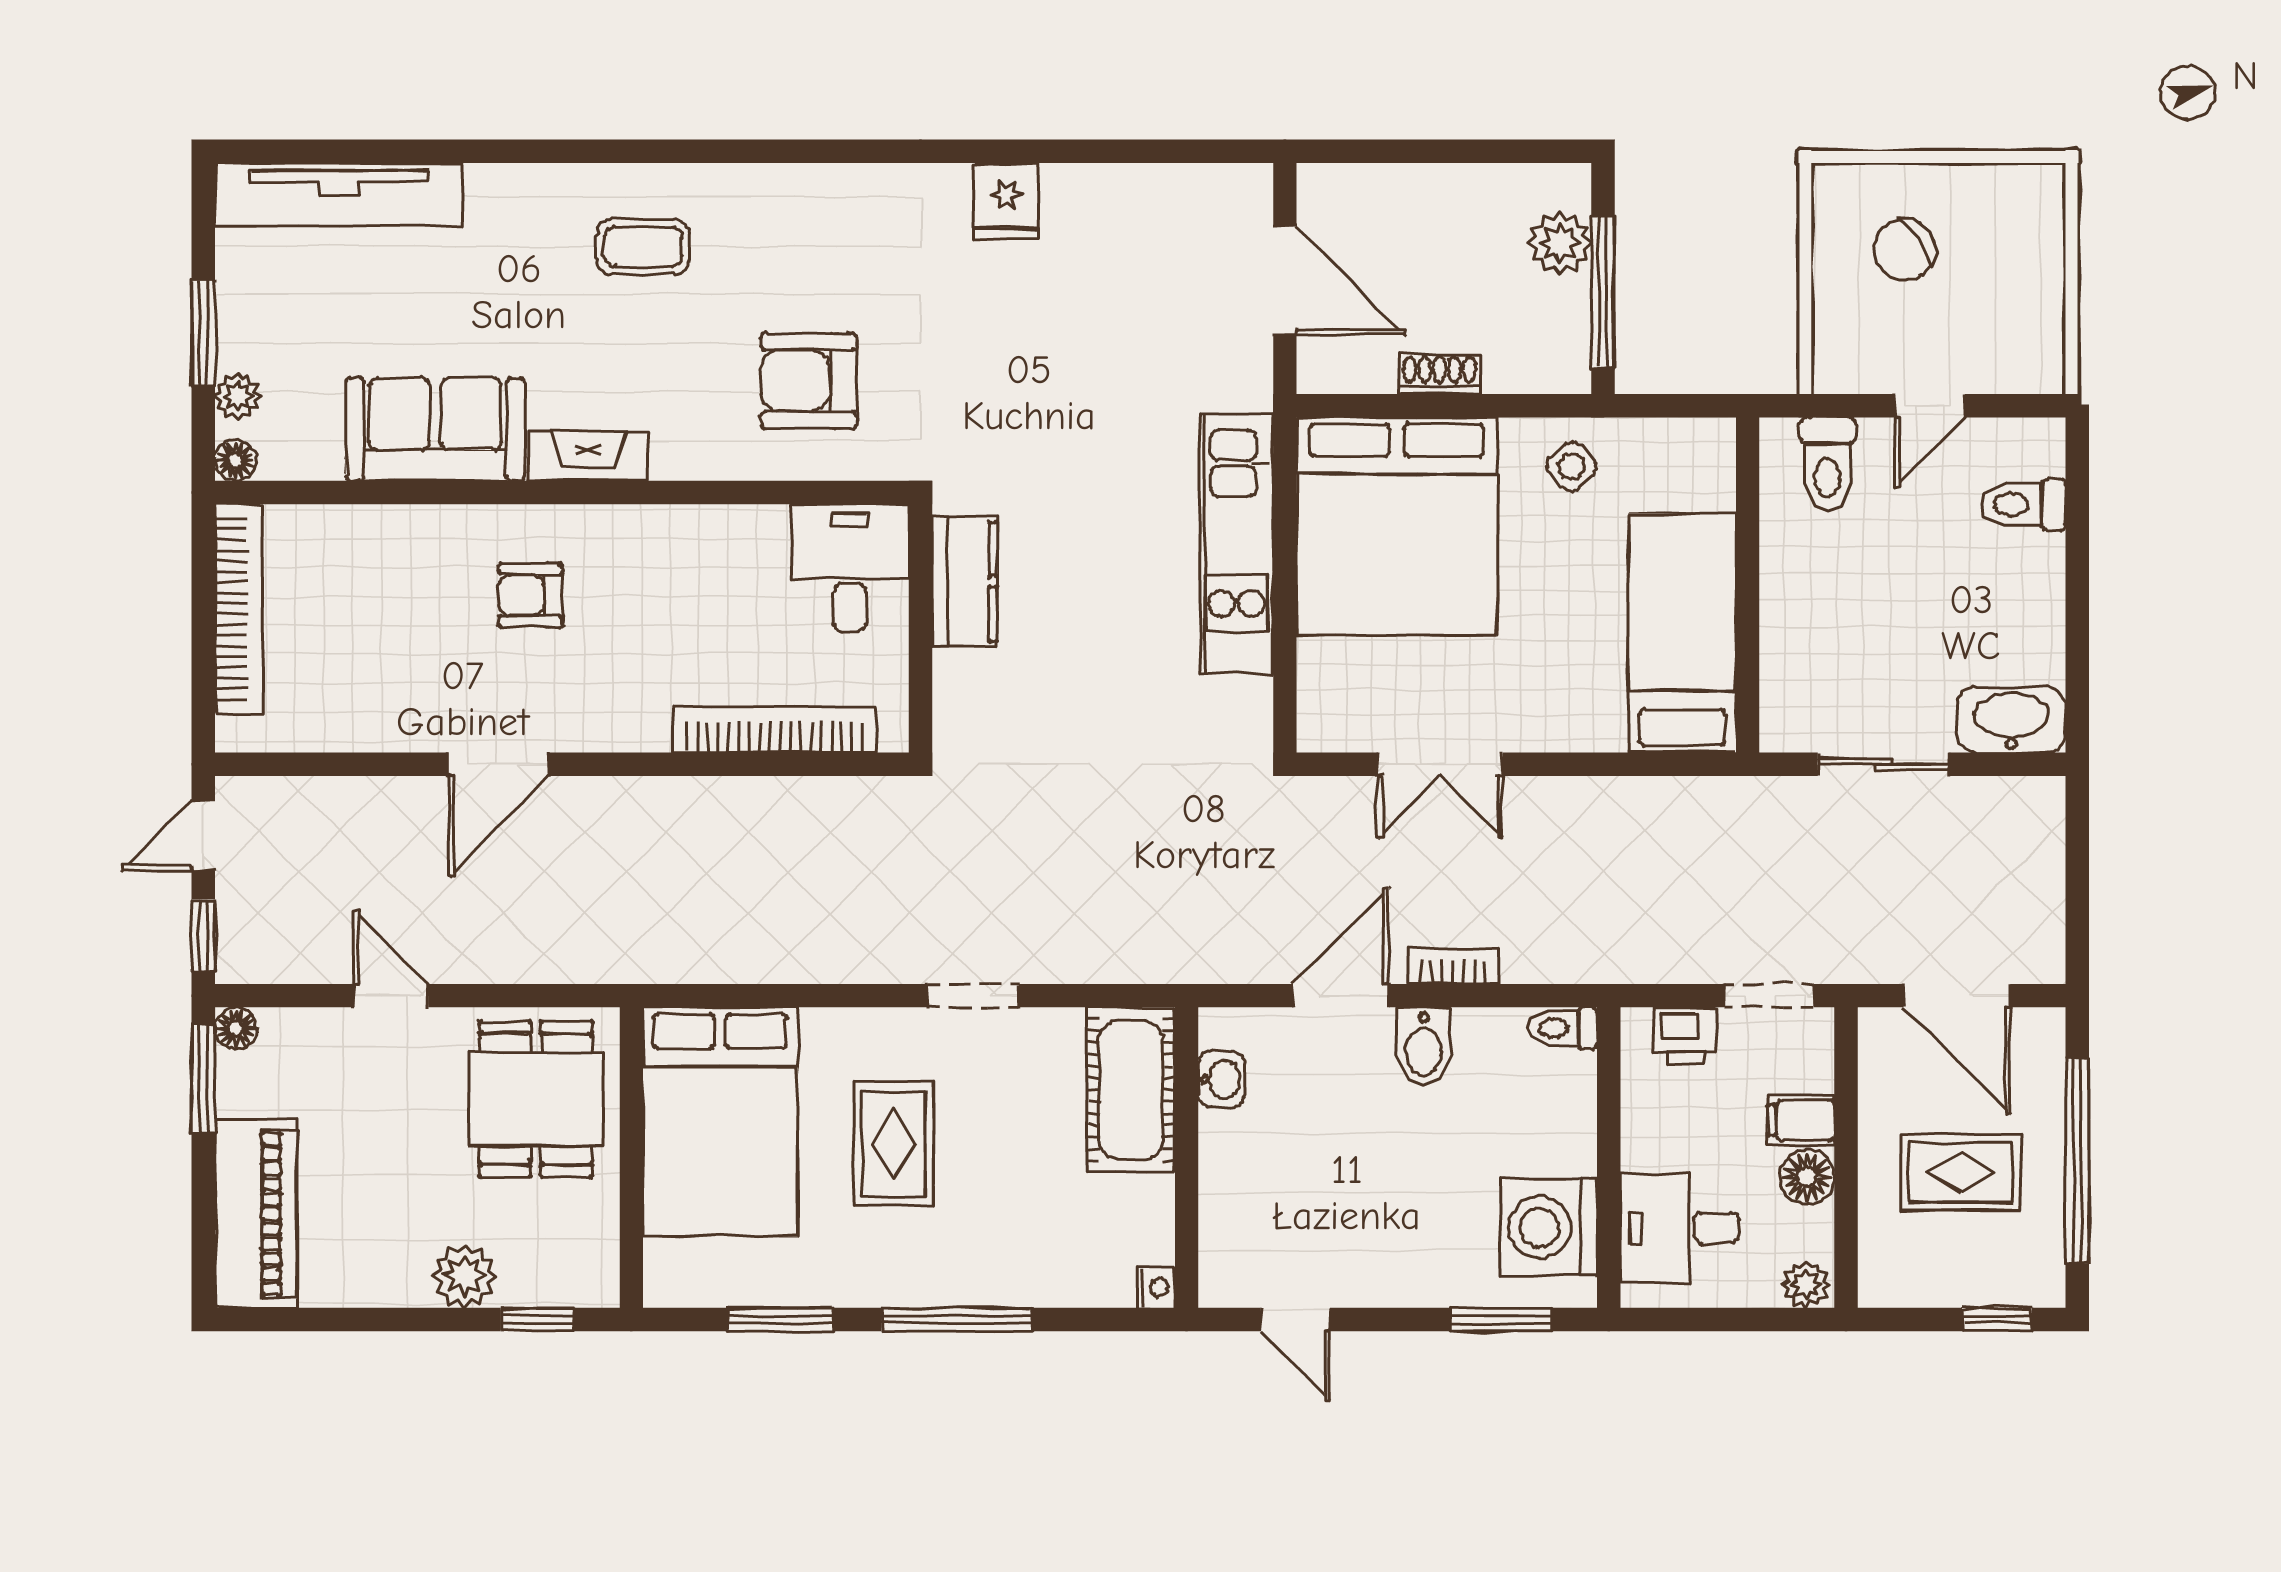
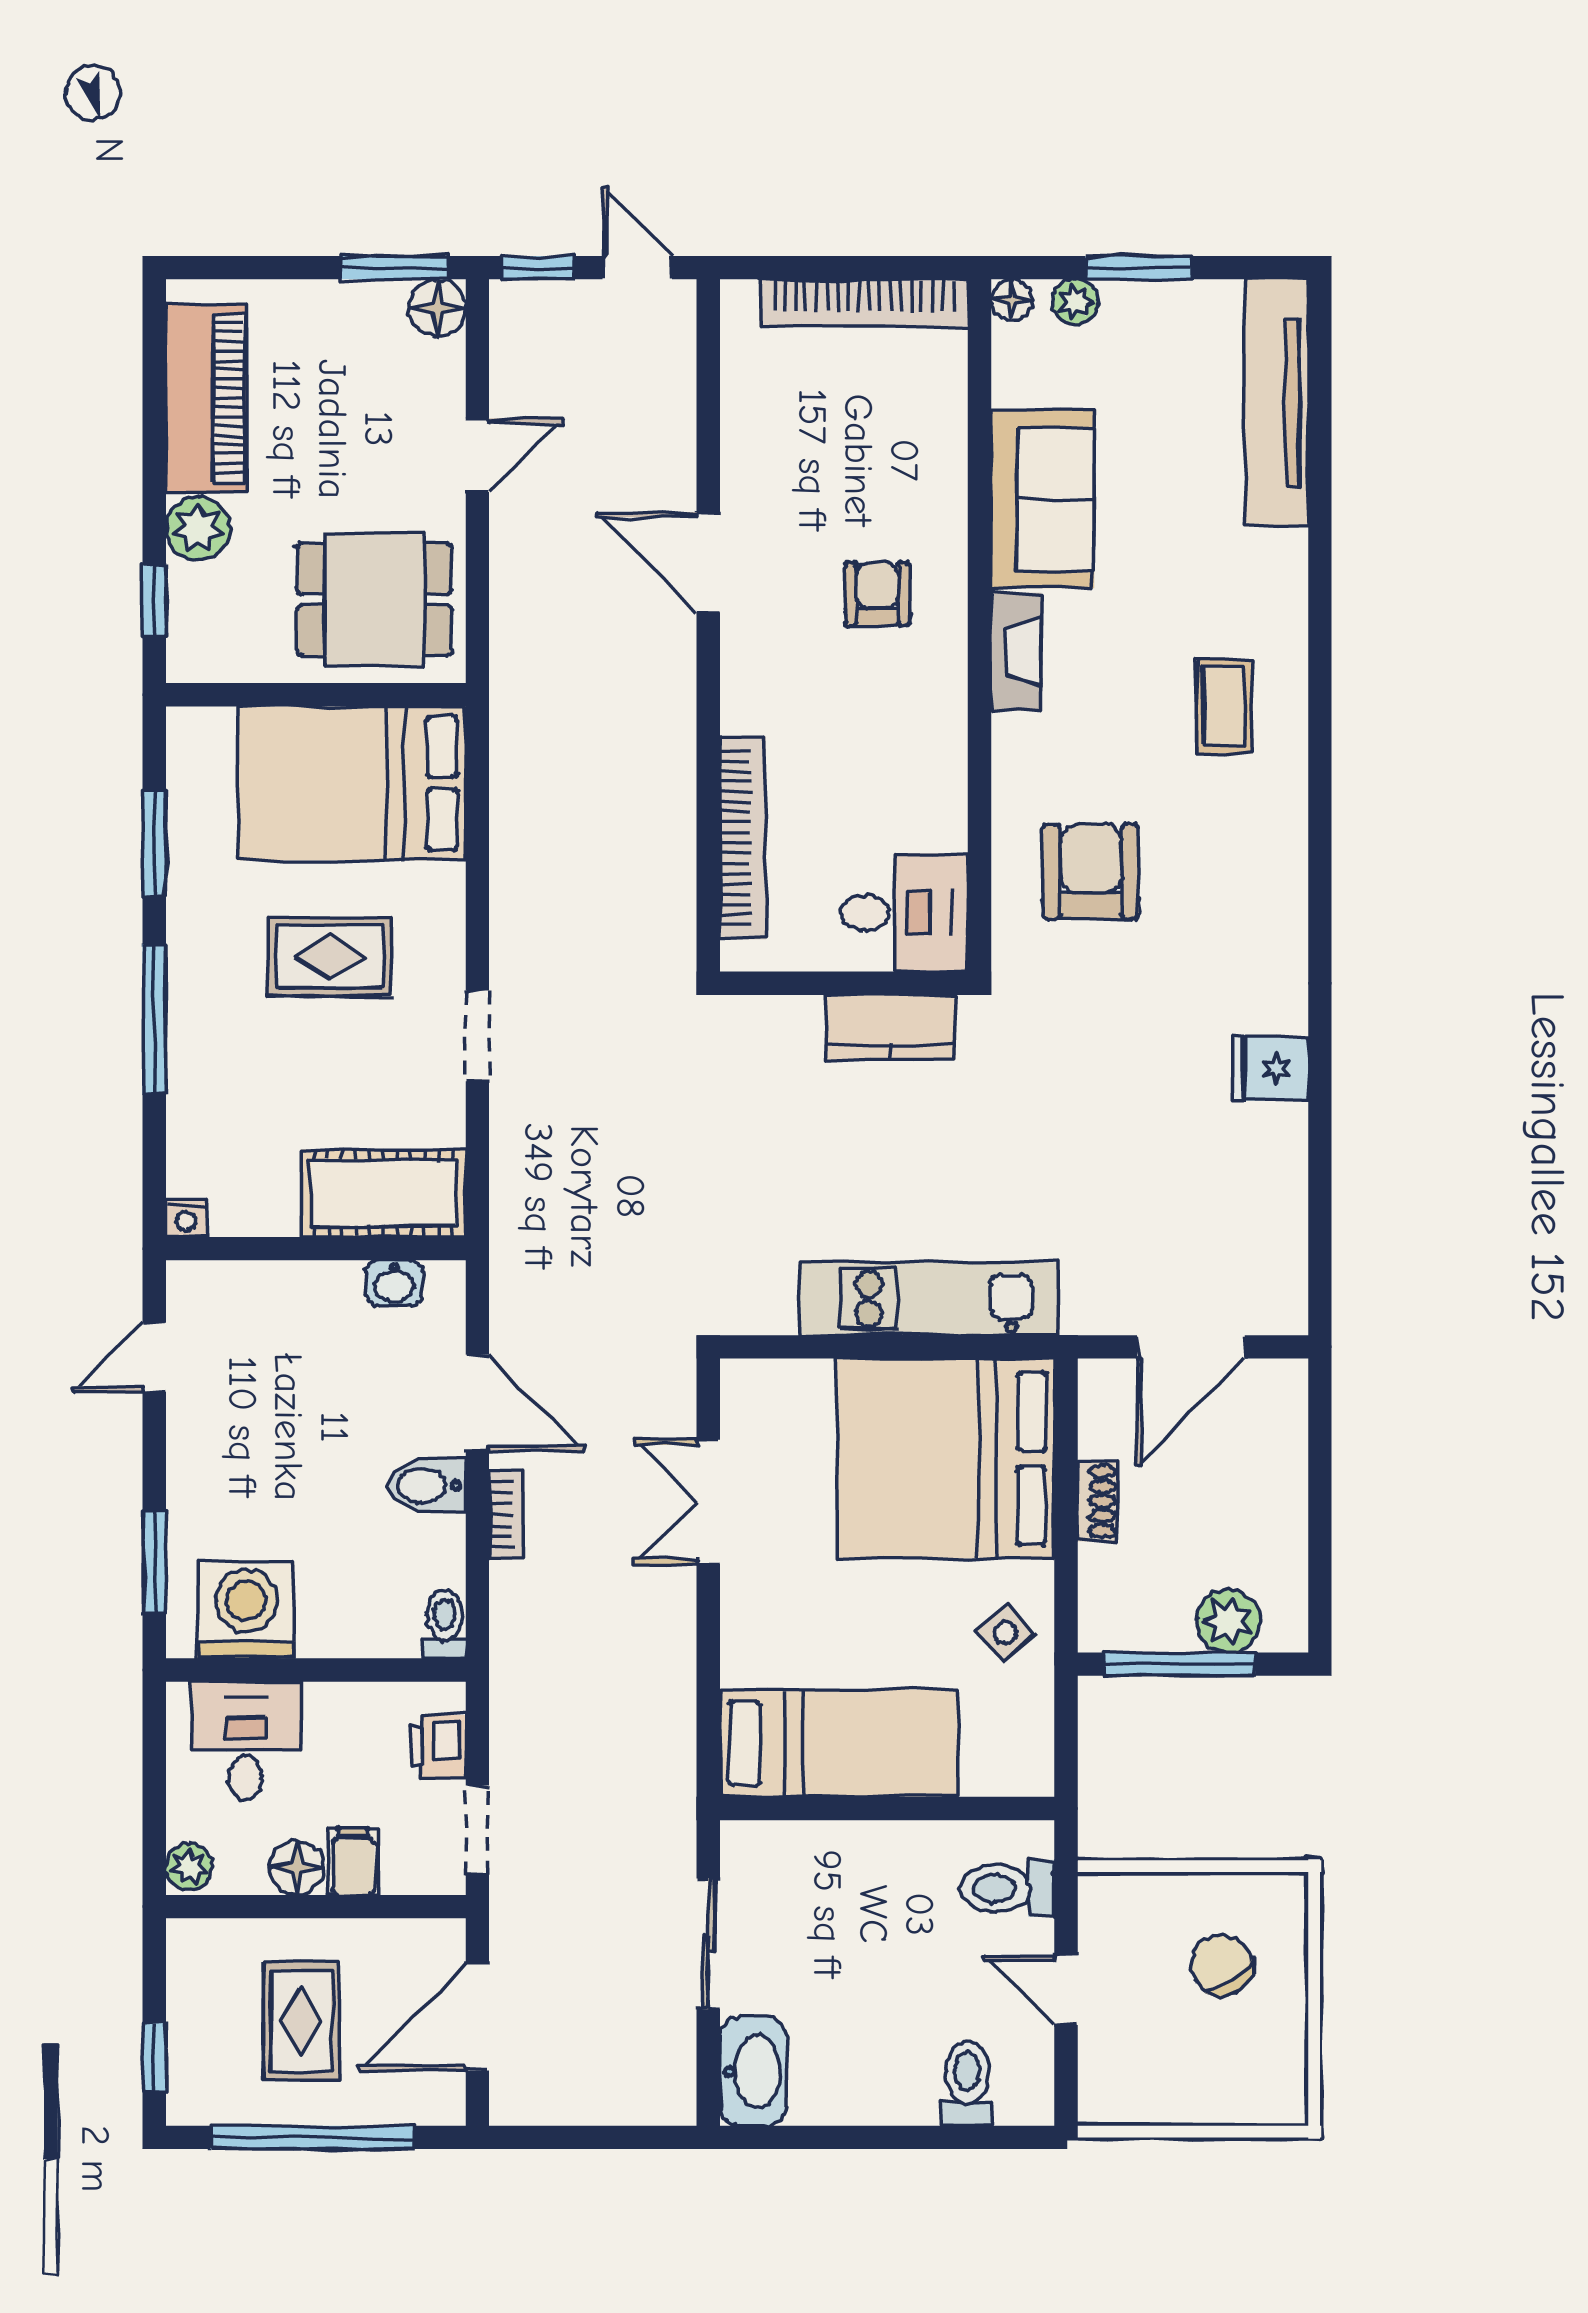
floor lamp: (236, 1028) -> (437, 308), width x1.37, depth x1.37
piano: (256, 1214) -> (206, 398), moved, turned -90

